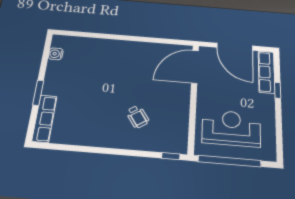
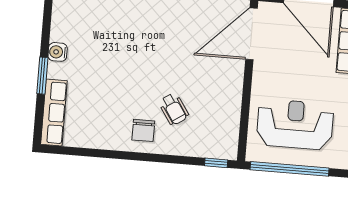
water cooler: (56, 54) -> (58, 52), moved
chair: (113, 132) -> (143, 130), added

